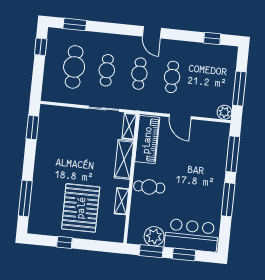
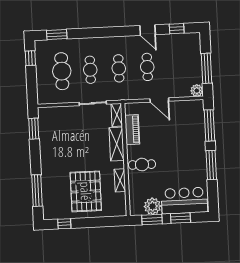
door: (152, 32) -> (148, 30), moved
piano: (147, 140) -> (132, 130), width x0.73, depth x0.75
window: (64, 242) -> (64, 224), moved

